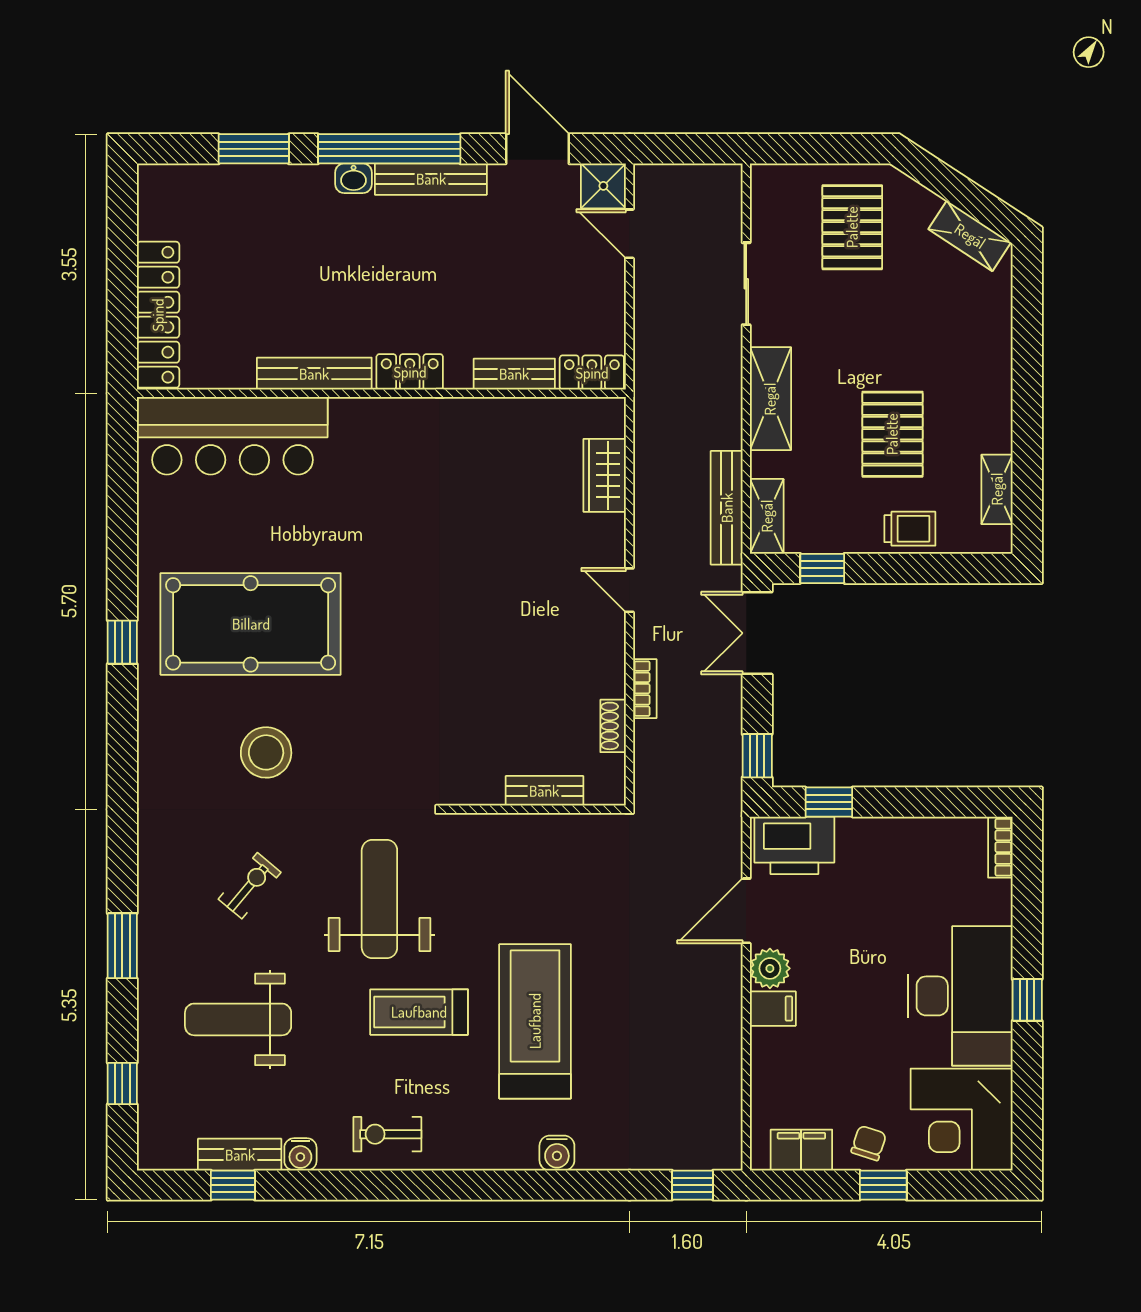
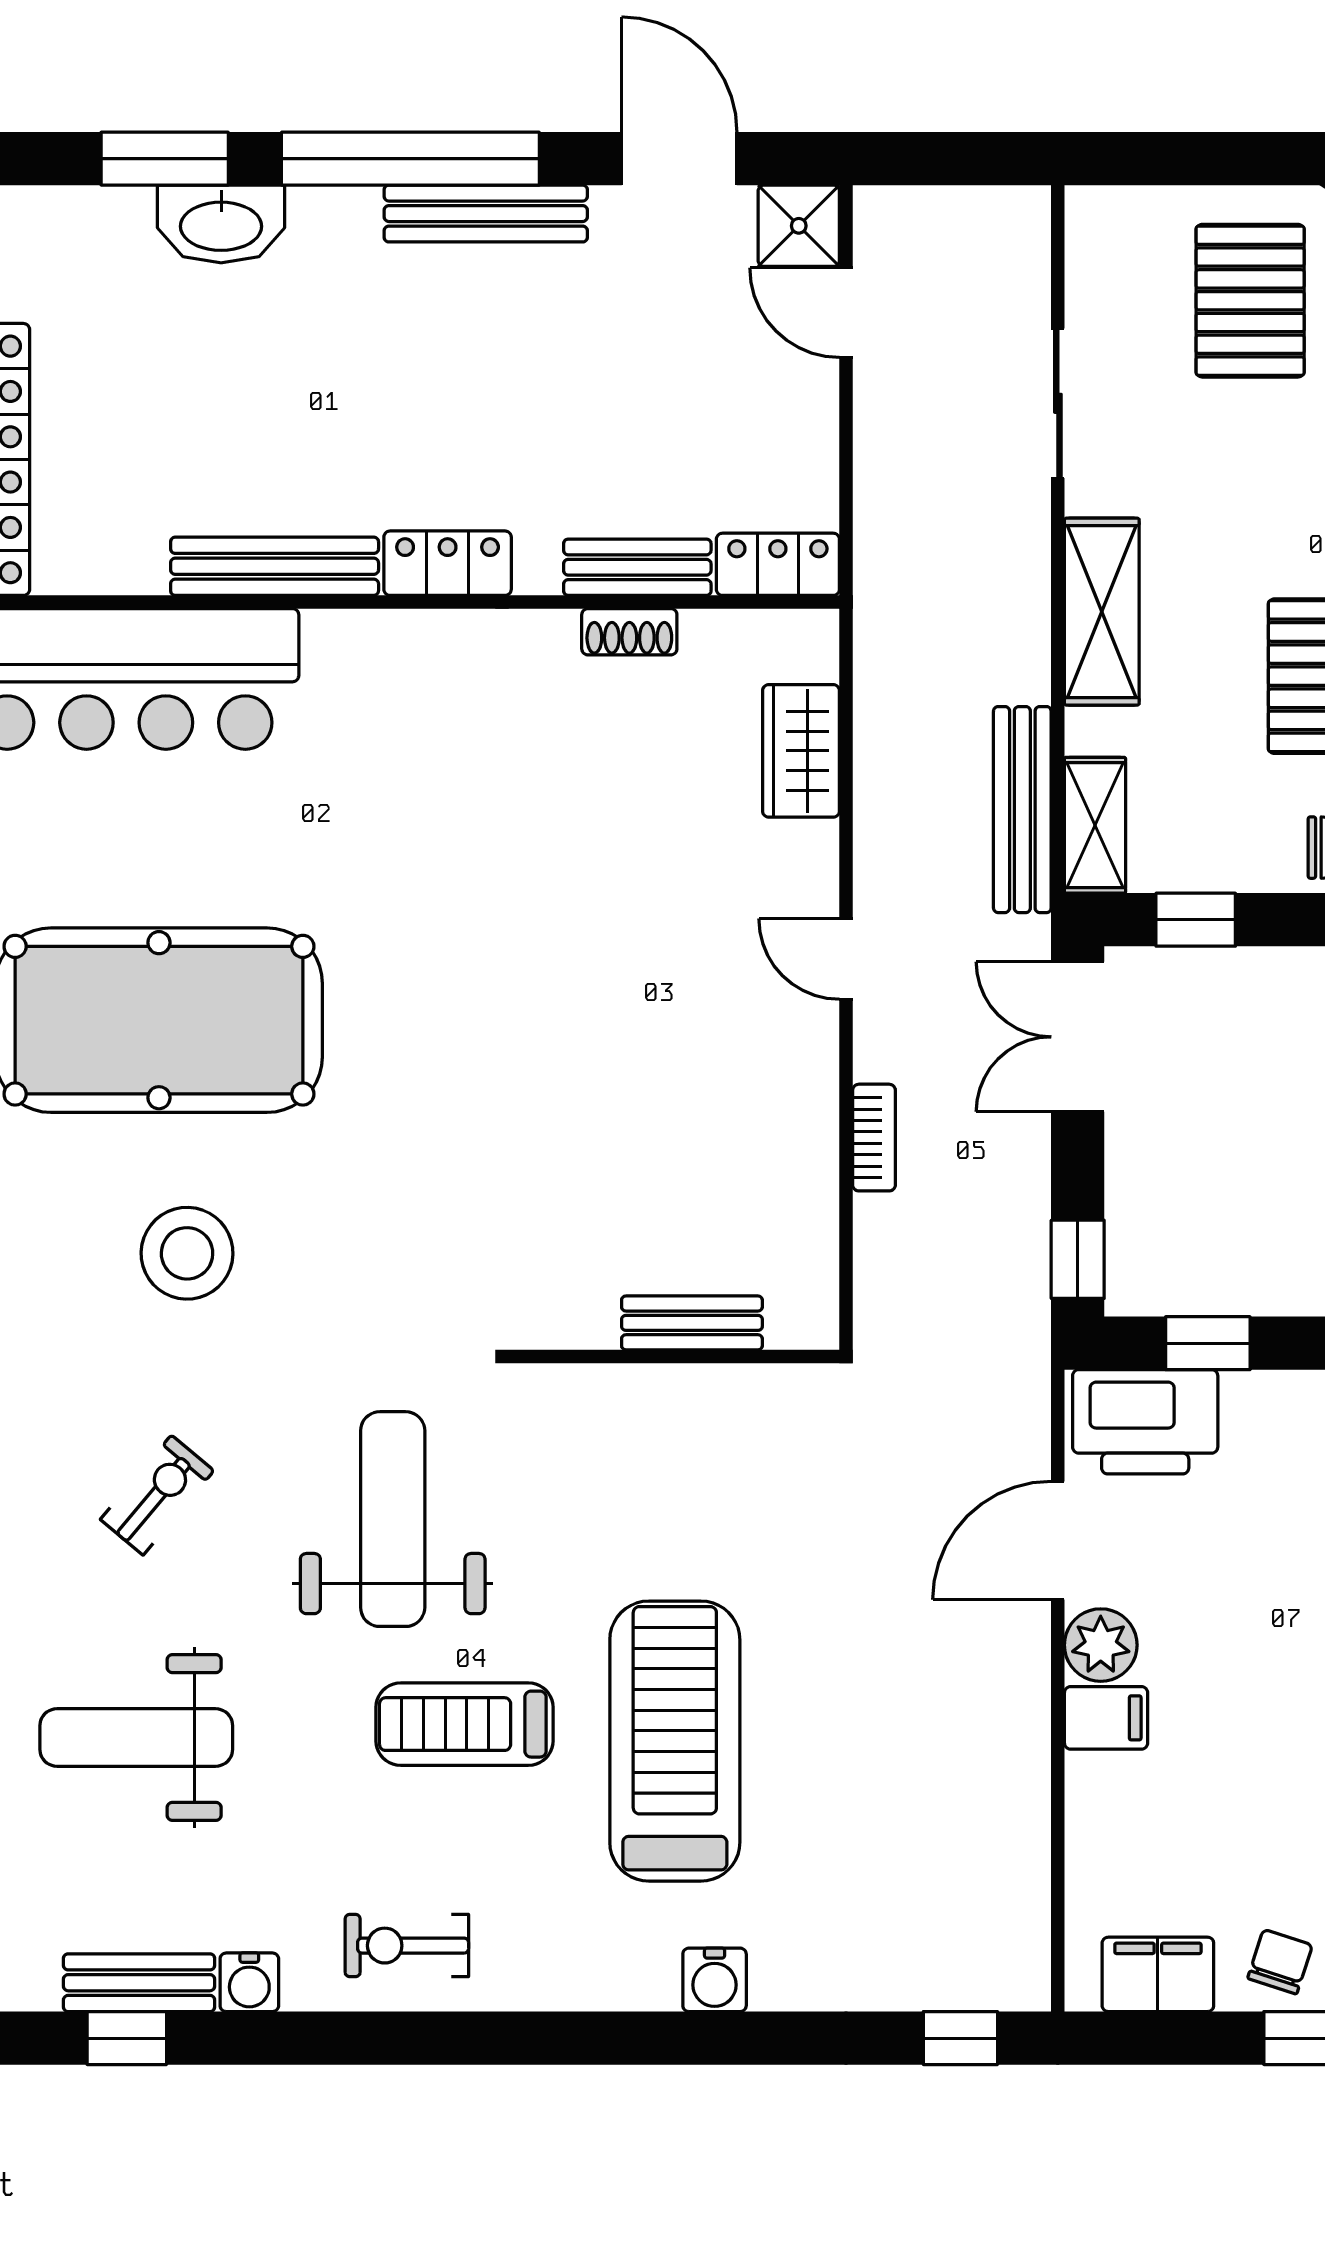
washbasin: (354, 178) -> (221, 224), moved, width x1.91, depth x1.45
shoe rack: (613, 726) -> (629, 632), moved, turned -90

